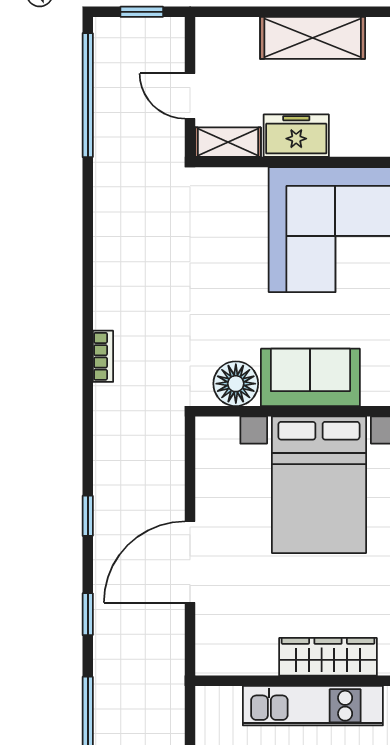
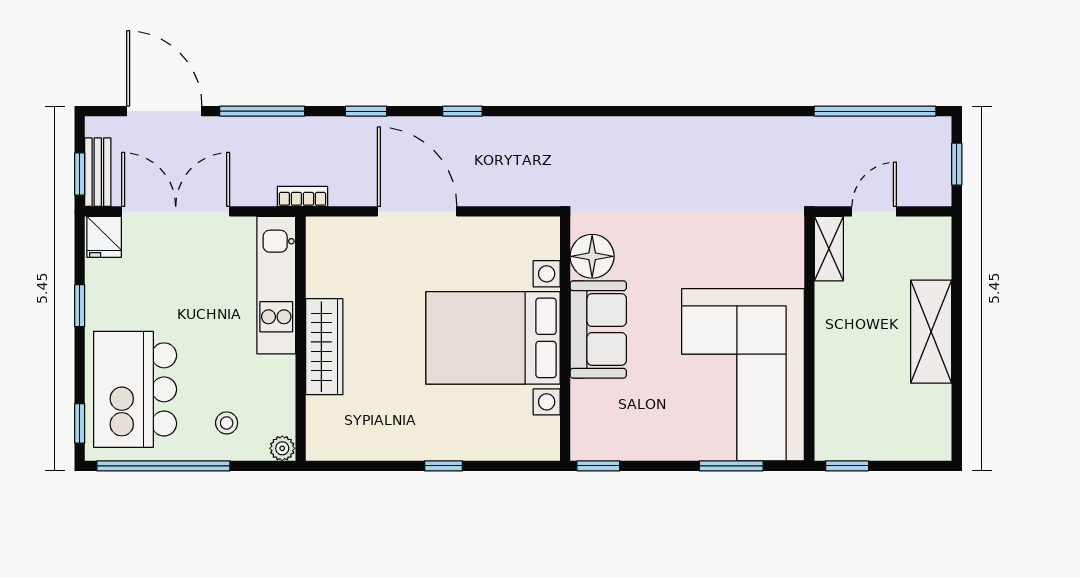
freezer: (296, 136) -> (835, 316), removed
bookcase: (103, 356) -> (302, 196), moved, turned 180
kitchen unit: (313, 706) -> (276, 285), moved

